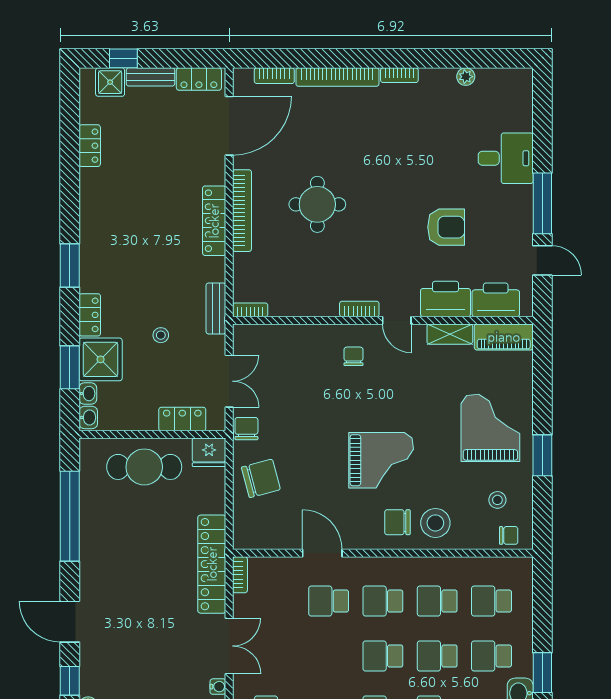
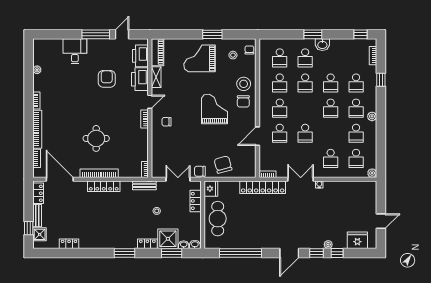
school desk: (383, 656) -> (305, 133), moved

